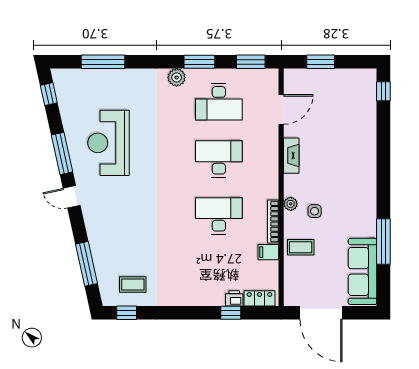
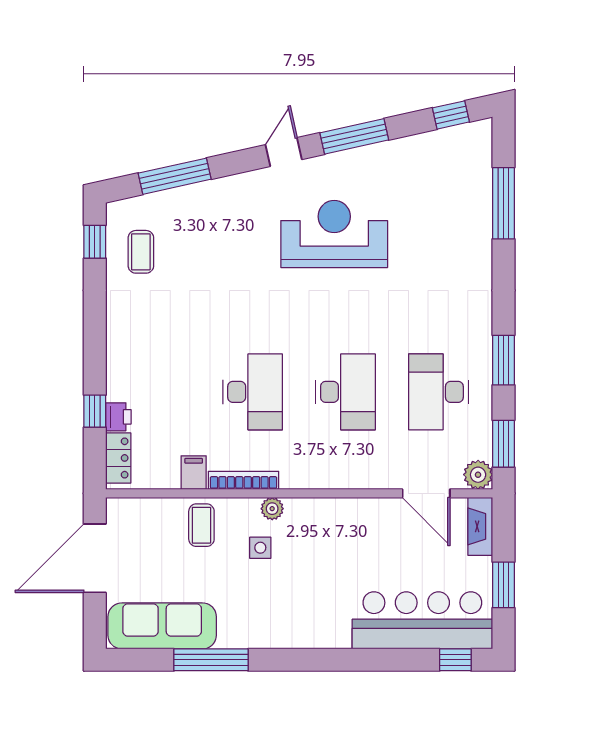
window: (321, 62) -> (503, 585), moved
plant: (177, 77) -> (478, 475), moved
bar counter: (359, 112) -> (422, 620), added
reception desk: (108, 143) -> (334, 234), moved
fireplace: (291, 156) -> (480, 526), moved, turned 90

